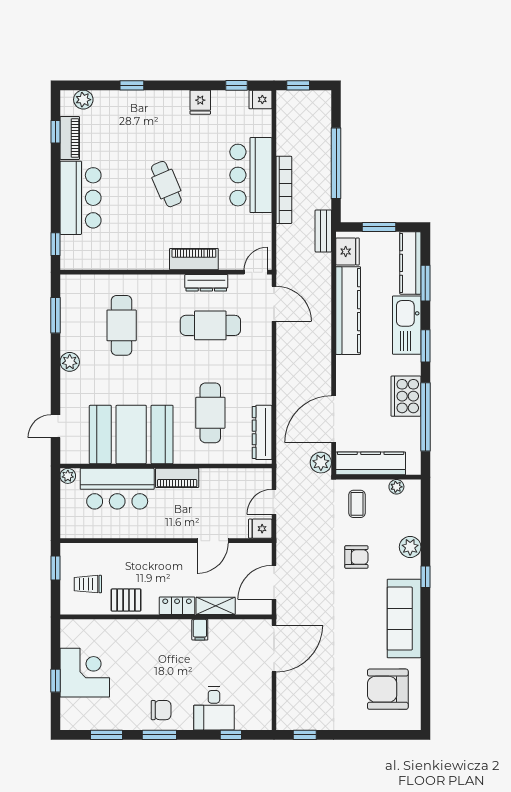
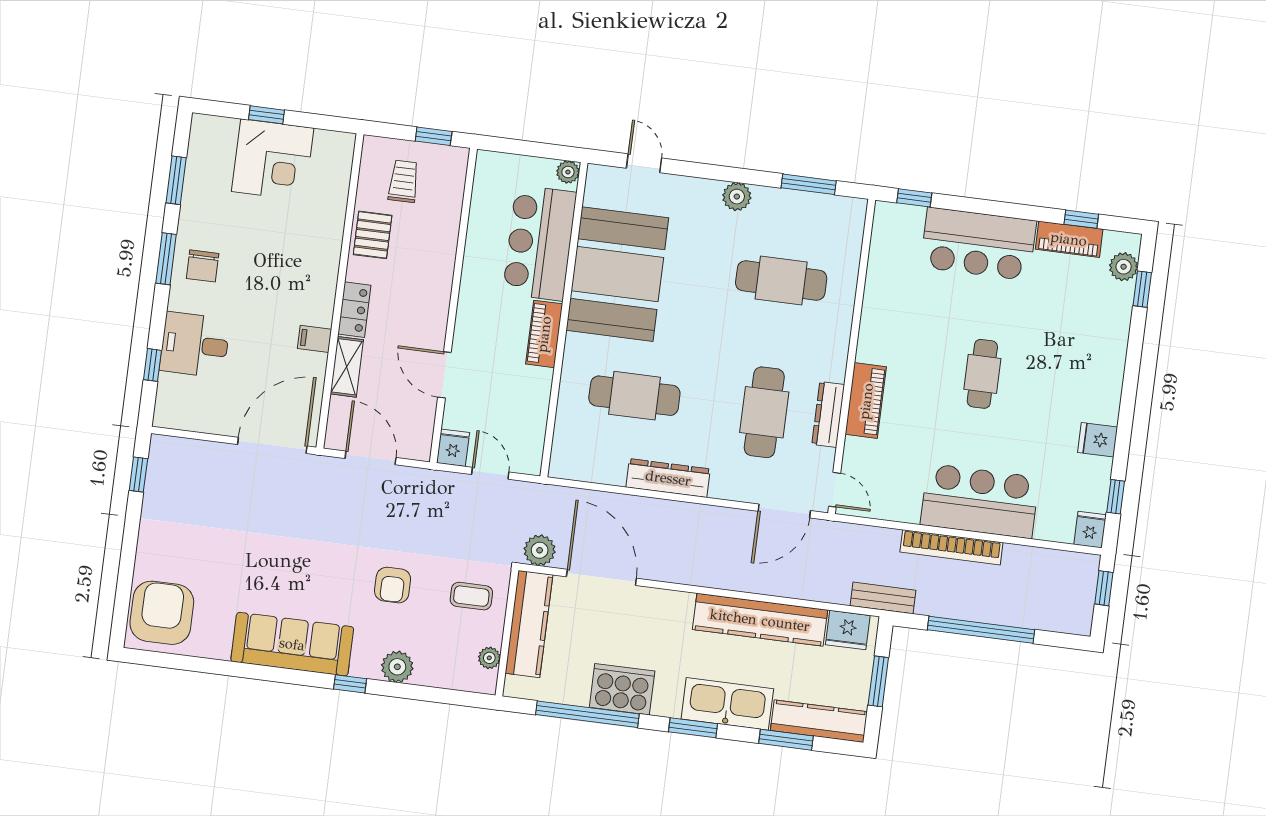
window: (132, 85) -> (1142, 289), moved
cafe table: (166, 184) -> (982, 374), turned -67
dresser: (262, 432) -> (668, 478), moved
door: (274, 649) -> (272, 445), swing flipped
armchair: (388, 689) -> (162, 613), moved

